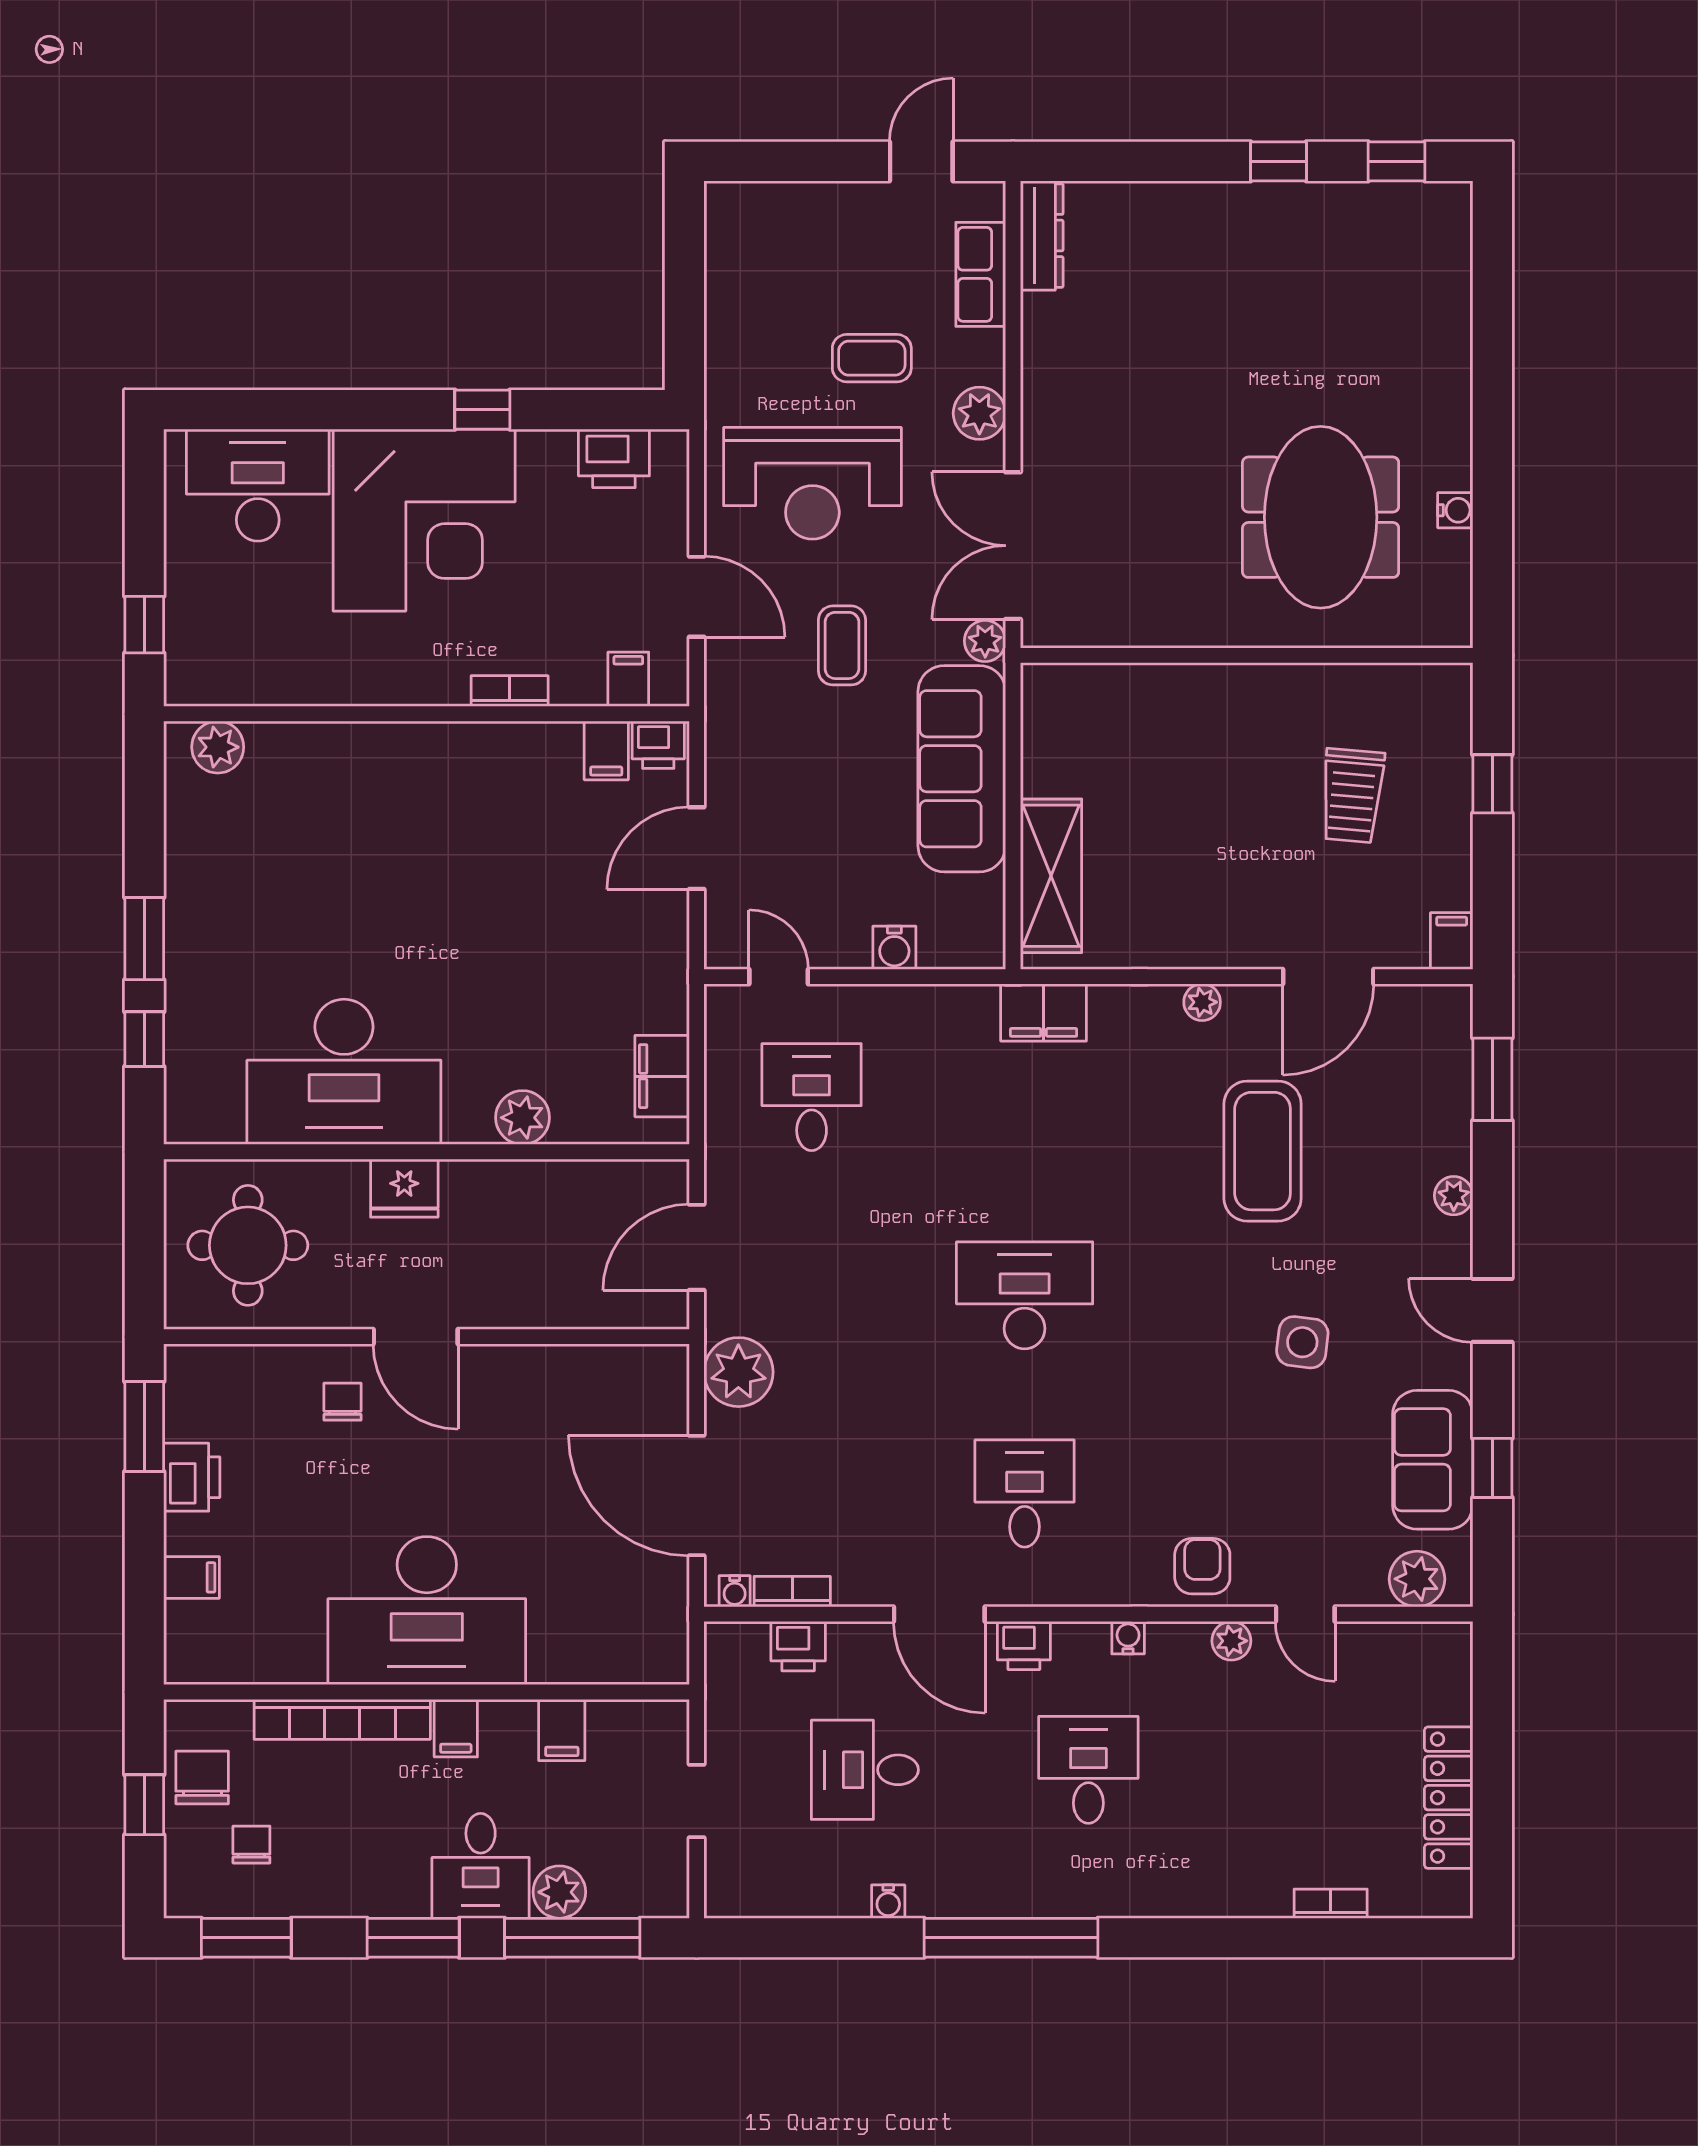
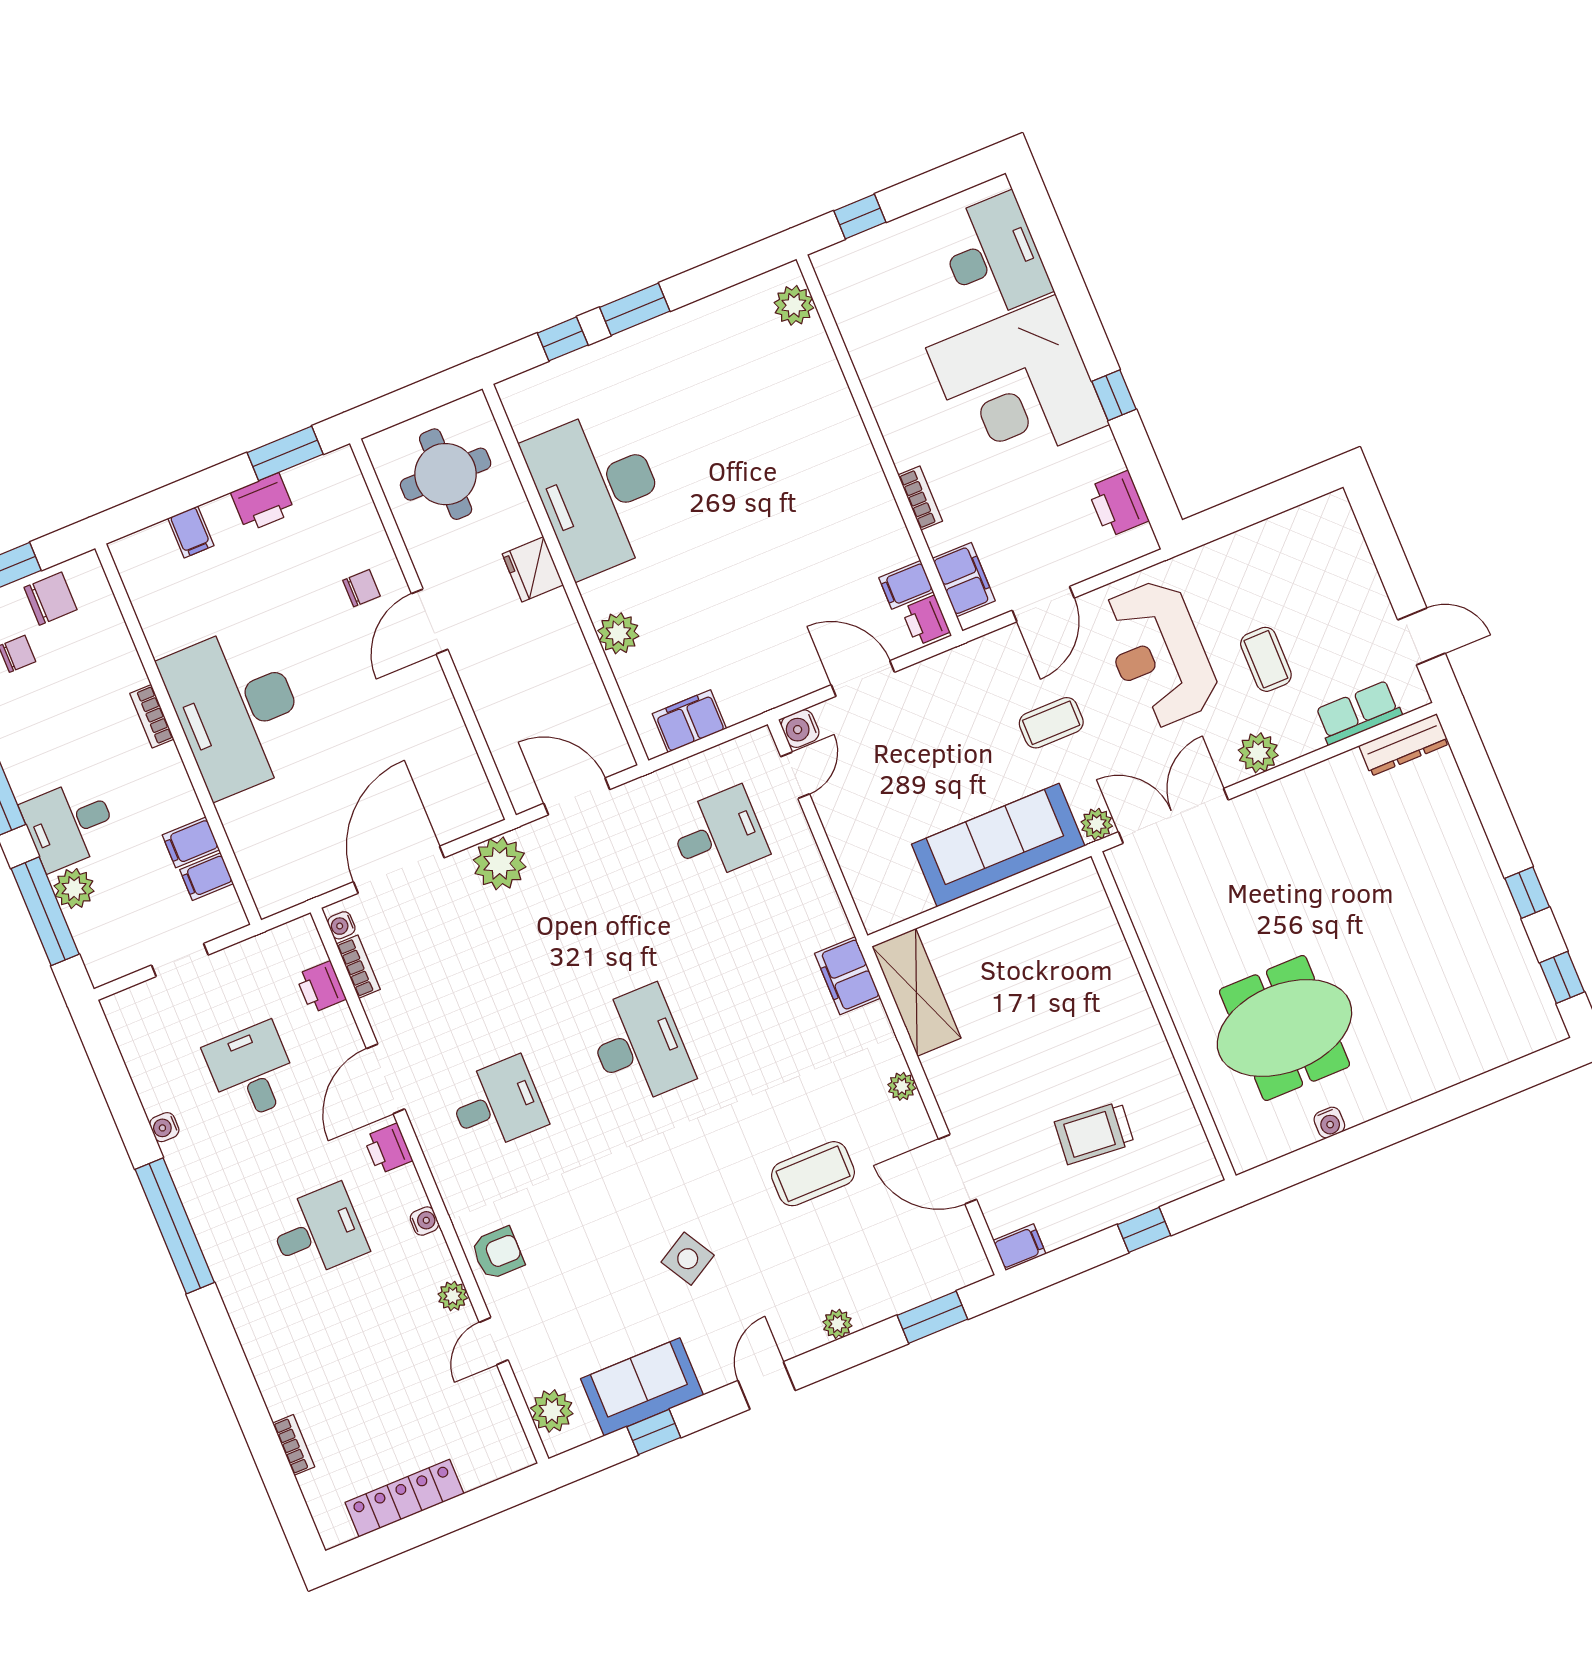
filing cabinet: (628, 679) -> (964, 580), width x2.00
shelving: (1051, 876) -> (916, 992), moved, turned 90
water cooler: (894, 948) -> (800, 729), moved
coffee table: (1263, 1151) -> (813, 1174), width x0.73, depth x0.76
side table: (1302, 1342) -> (688, 1259), turned -37
bookcase: (342, 1719) -> (152, 716), width x0.43, depth x0.76
filing cabinet: (456, 1728) -> (207, 877), moved

